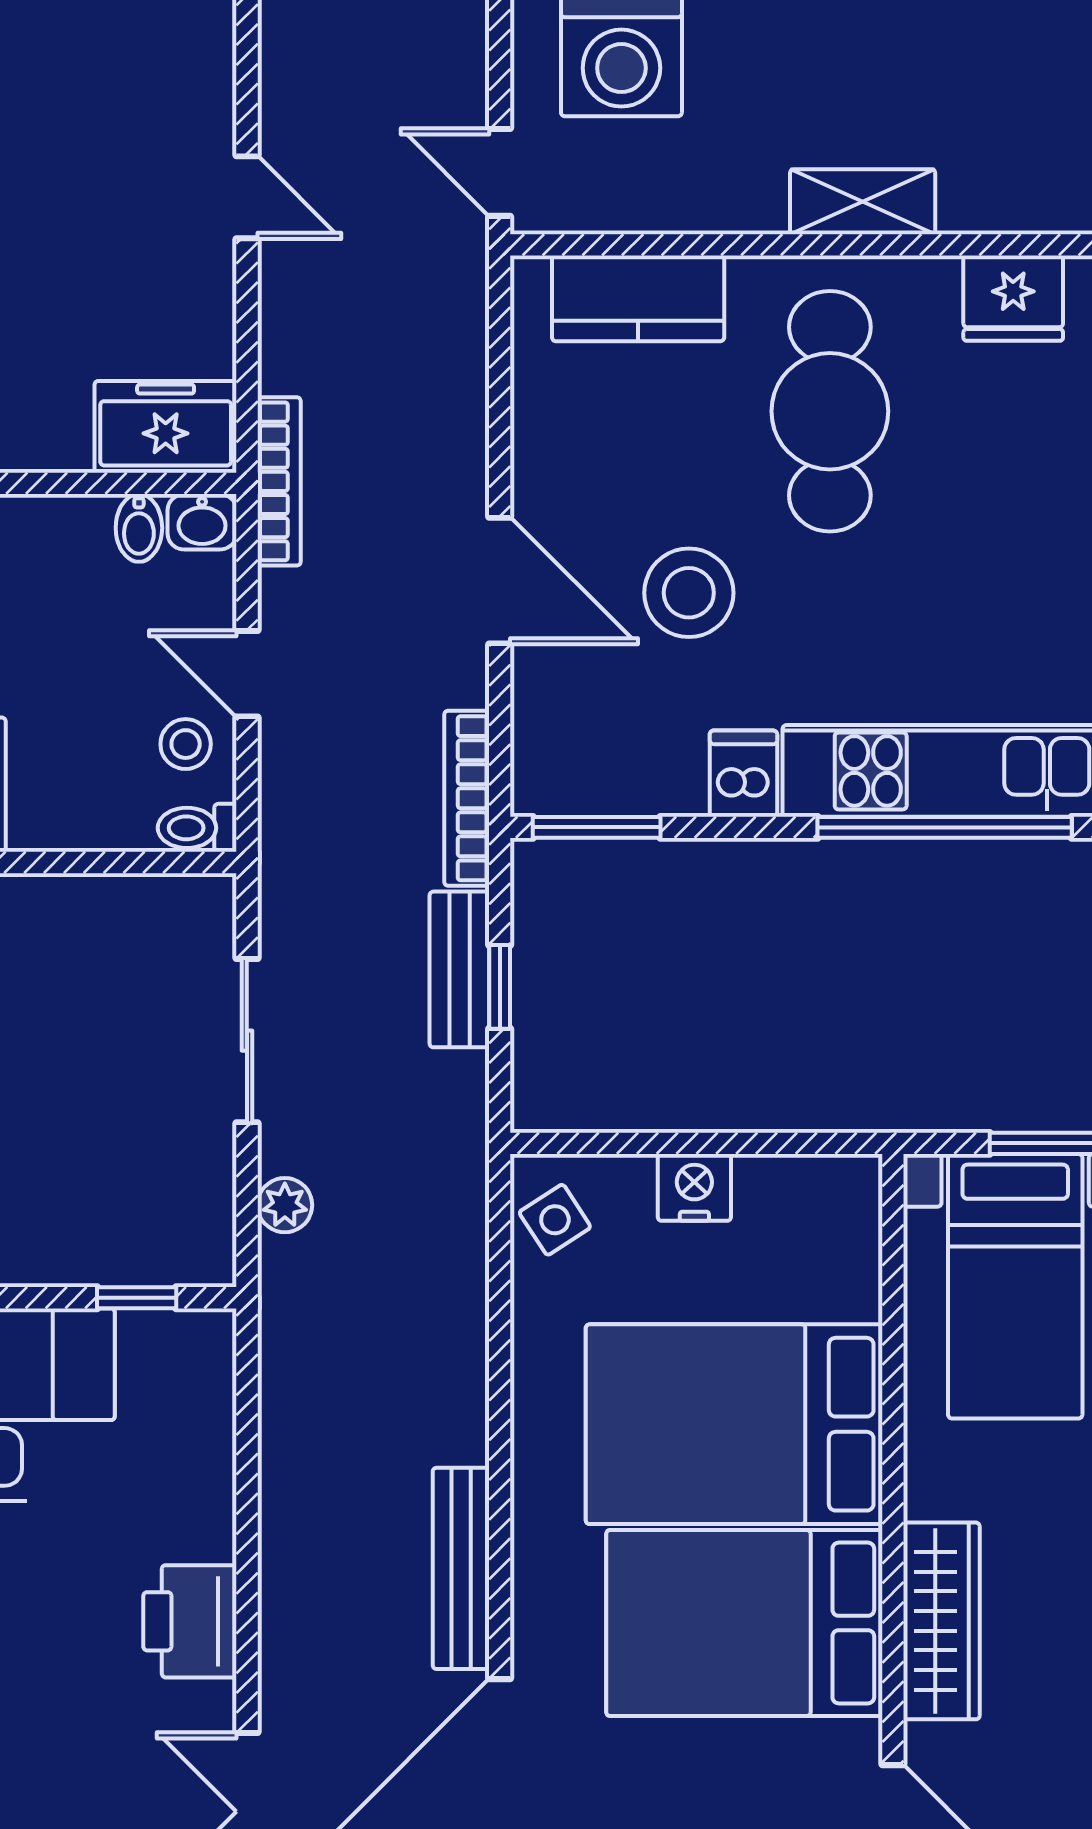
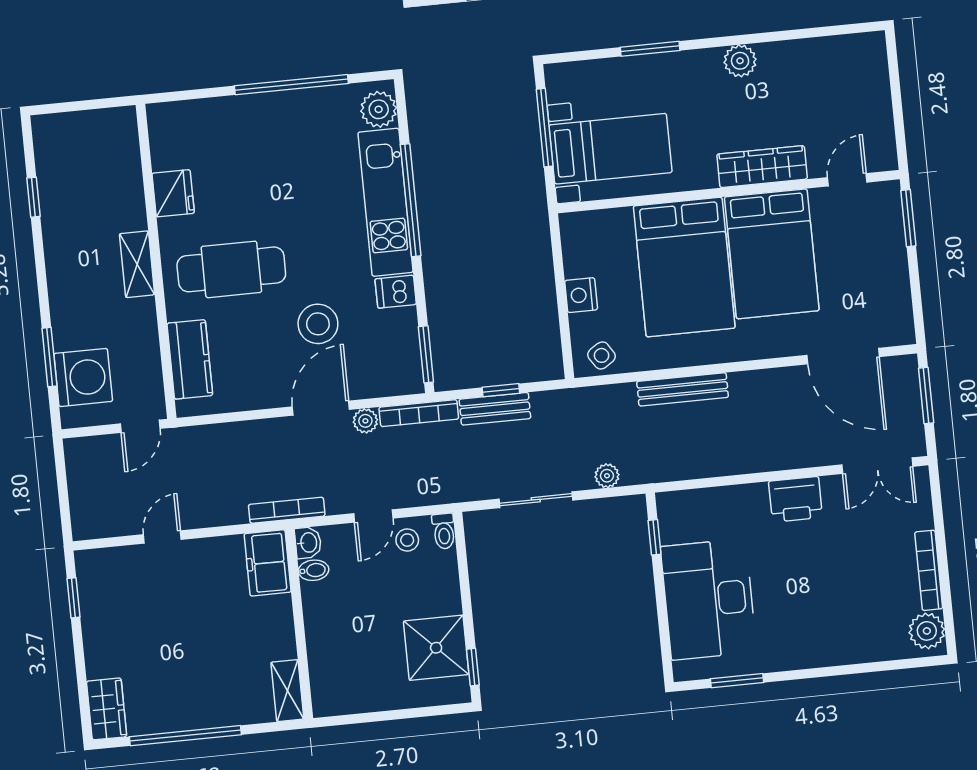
plant: (461, 677) -> (365, 421), added
bench: (461, 1568) -> (683, 389), moved

